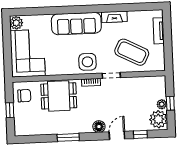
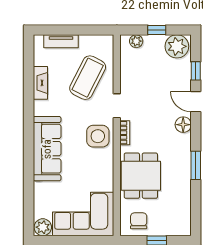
fireplace: (114, 17) -> (40, 83), moved
plant: (162, 104) -> (136, 41), moved

